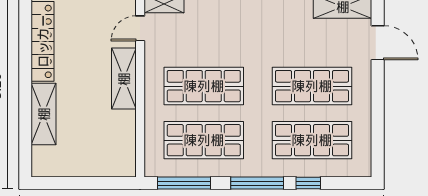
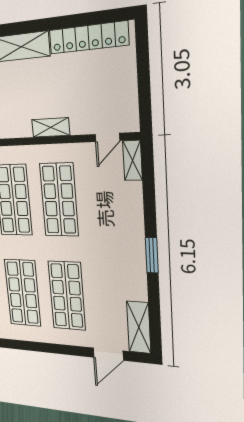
door: (140, 28) -> (107, 137), swing flipped
shelving: (124, 79) -> (51, 127), width x0.67, depth x0.75

